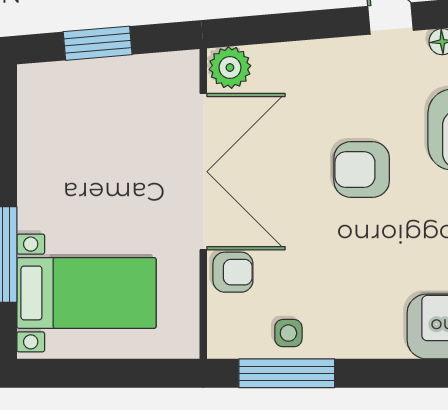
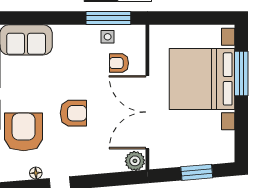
armchair: (233, 272) -> (119, 63), moved
bed with nightstands: (86, 293) -> (202, 79), width x1.85

